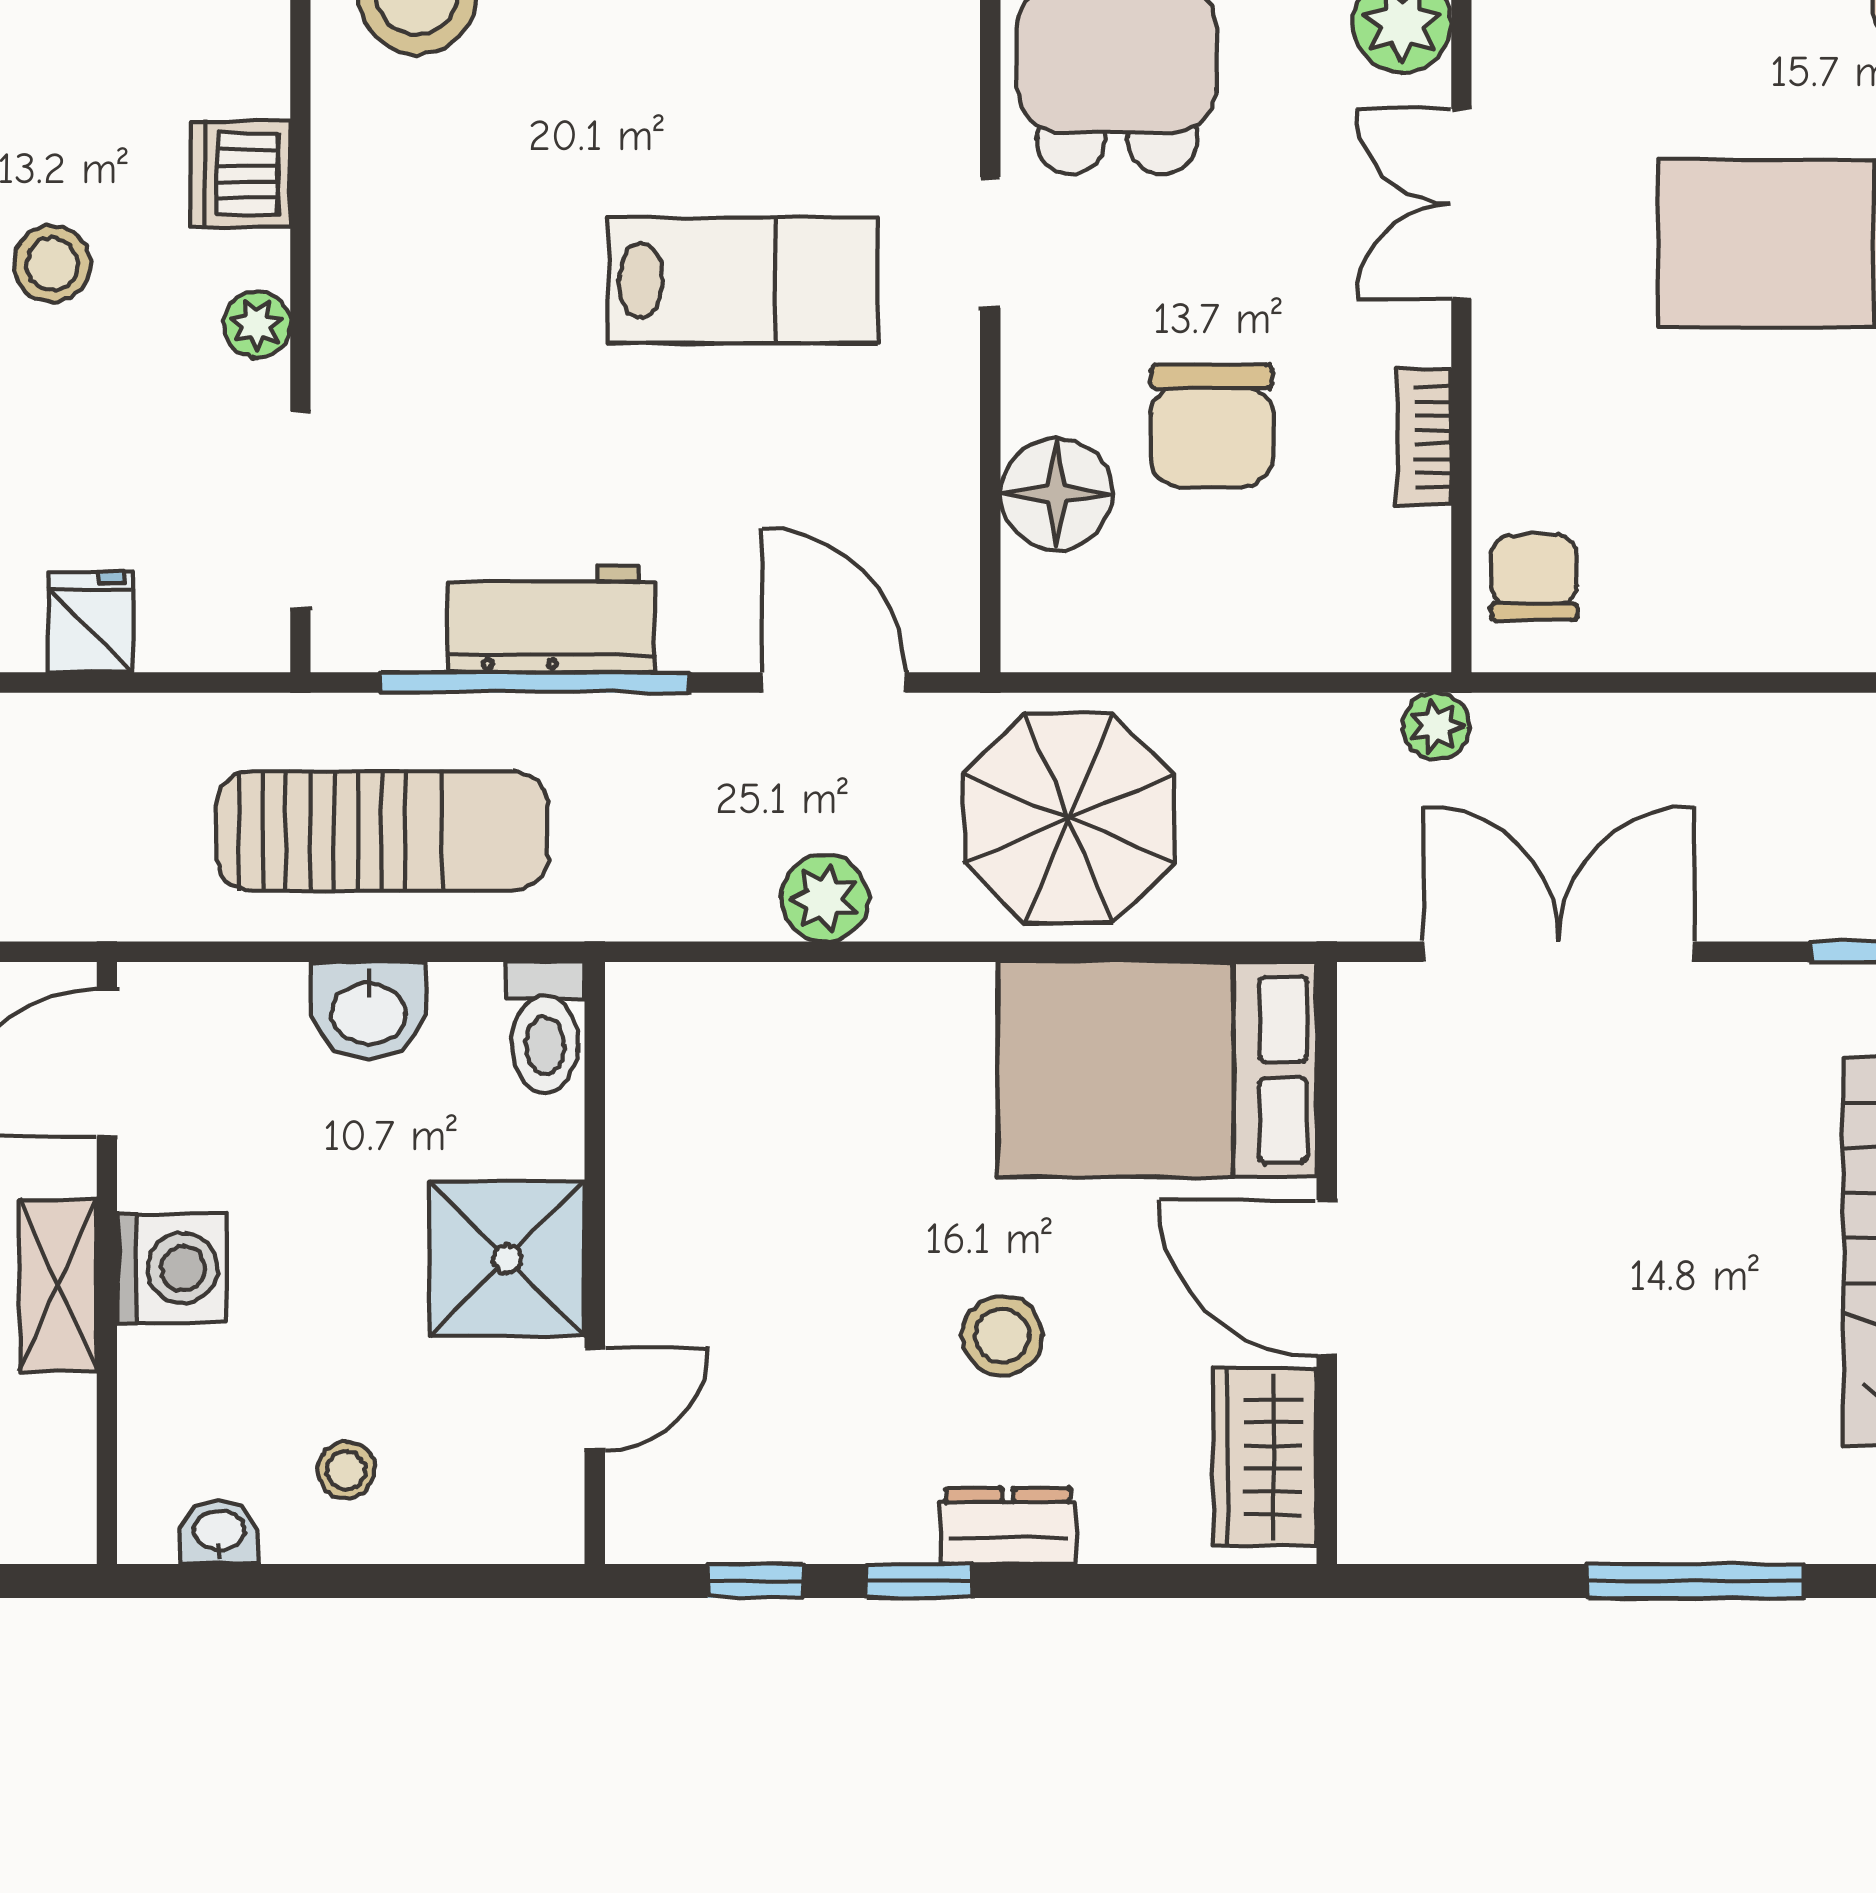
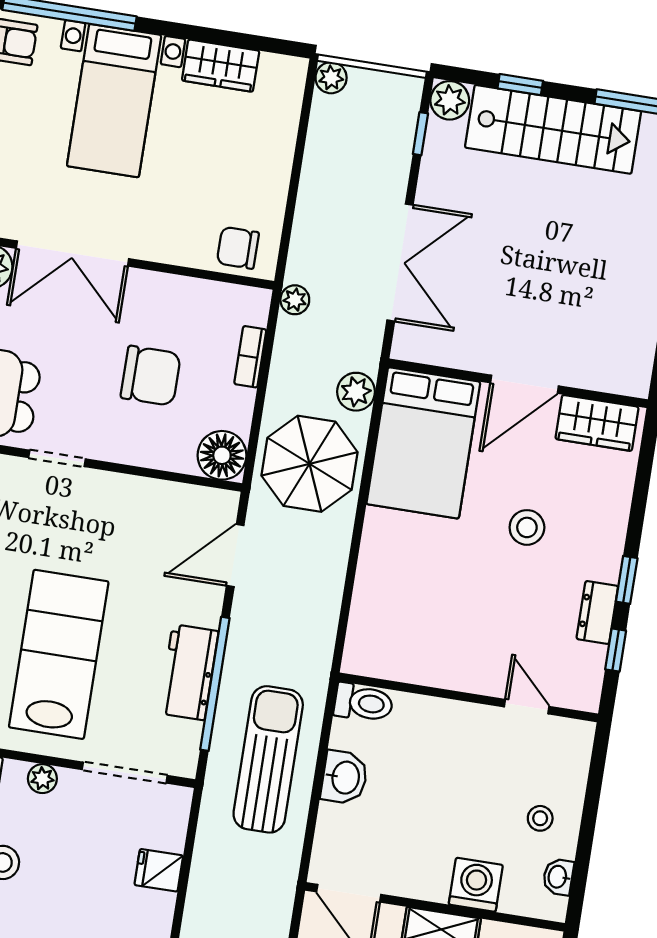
double door: (1461, 204) -> (72, 253), width x1.37
lab bench: (743, 280) -> (59, 654), moved, width x1.36, depth x1.39
bookcase: (1424, 437) -> (250, 357), moved, turned 90
floor lamp: (1056, 494) -> (222, 455), moved
plant: (825, 898) -> (356, 392), moved
double door: (1559, 952) -> (400, 263), swing flipped
shower: (507, 1259) -> (460, 735), removed
washing machine: (172, 1268) -> (476, 885), moved
dresser: (1008, 1526) -> (597, 612), moved

